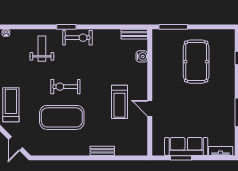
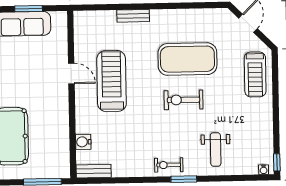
exercise bike: (77, 38) -> (169, 165), width x0.73, depth x0.72
exercise bike: (65, 87) -> (184, 100), turned 180
treadmill: (119, 102) -> (112, 81), width x1.37, depth x1.38

